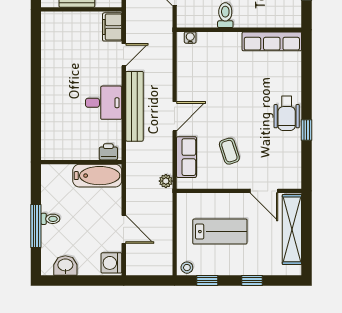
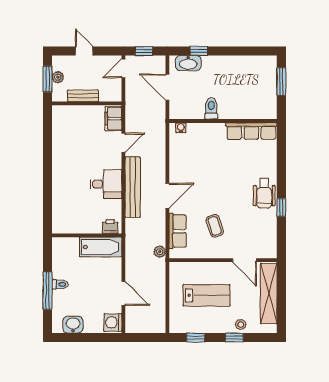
stool: (187, 268) -> (241, 325), moved

